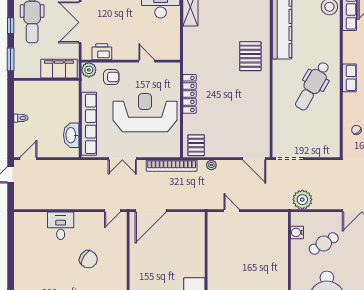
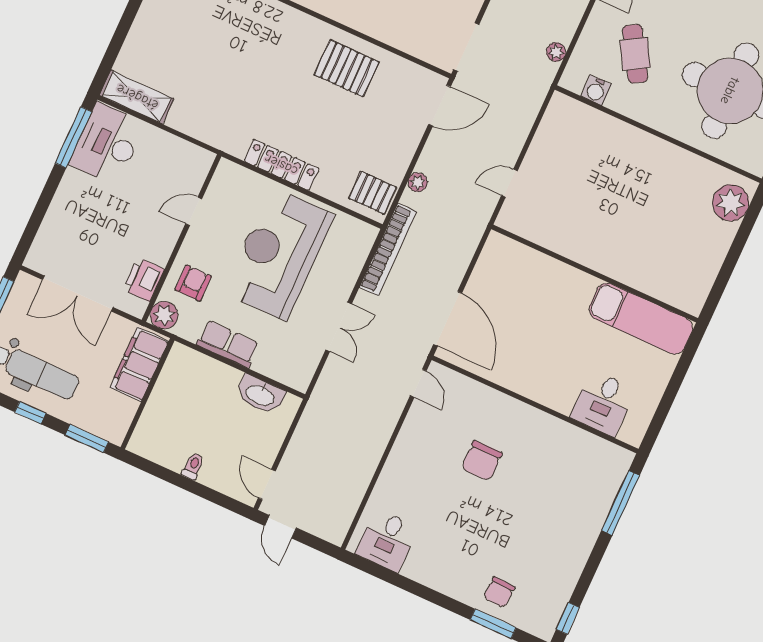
pallet: (250, 56) -> (347, 68), moved
row of seats: (89, 124) -> (228, 344), width x0.50
plant: (302, 200) -> (556, 52), width x0.53, depth x0.53
desk: (61, 226) -> (387, 540), moved, turned -90
chair: (88, 259) -> (482, 461), turned 146

